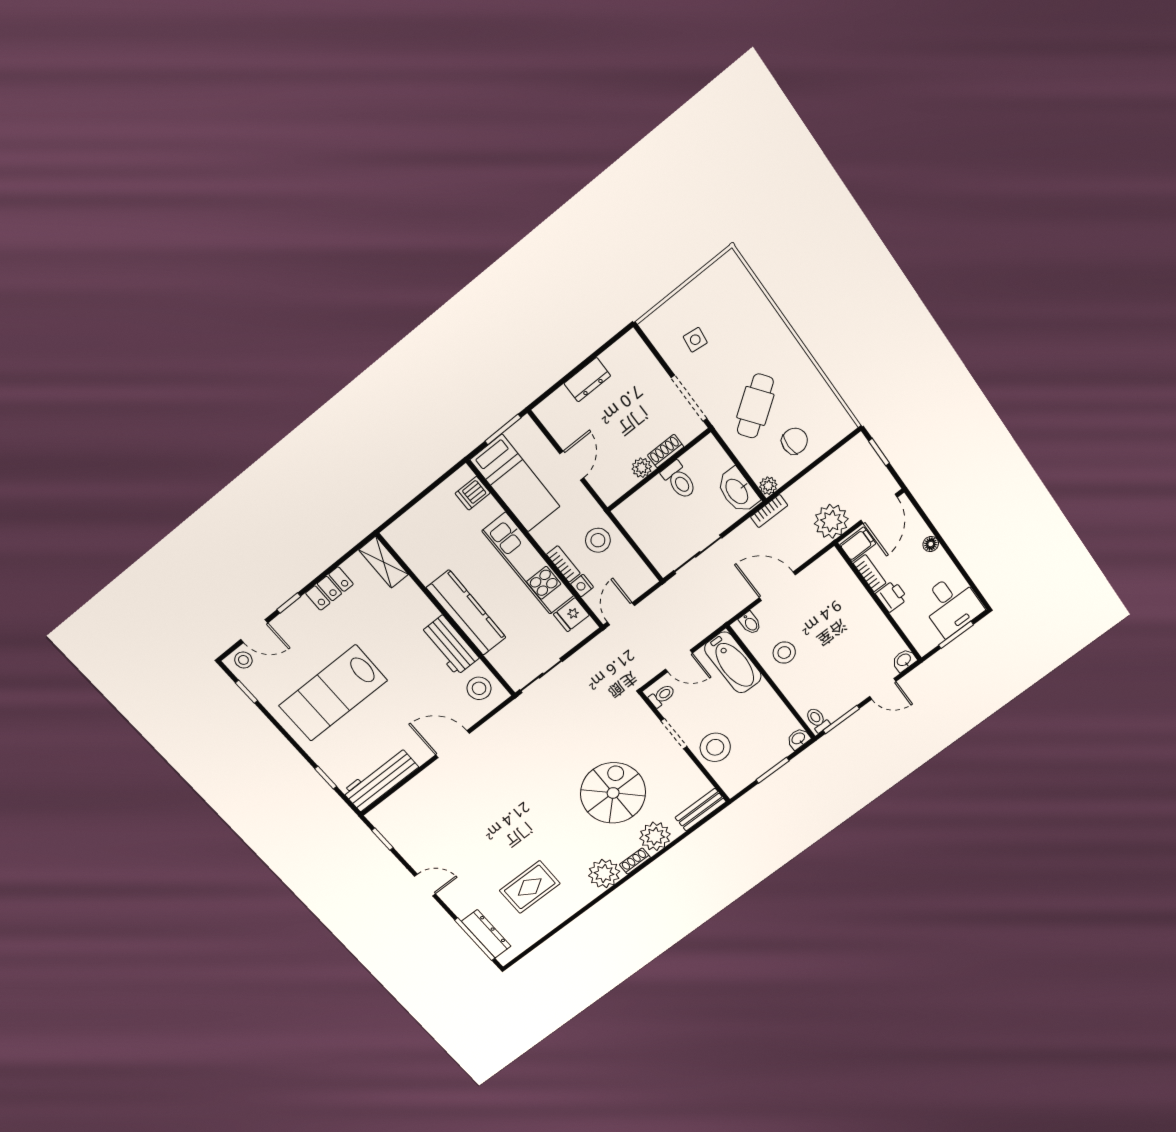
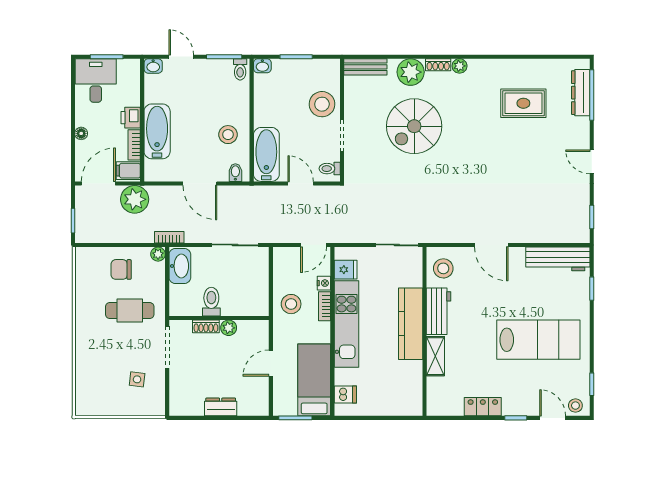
cafe table: (755, 406) -> (130, 311), turned 36
shelving: (384, 562) -> (435, 356), moved
bathtub: (856, 603) -> (157, 131), added
plant: (604, 874) -> (460, 66), width x0.53, depth x0.53

